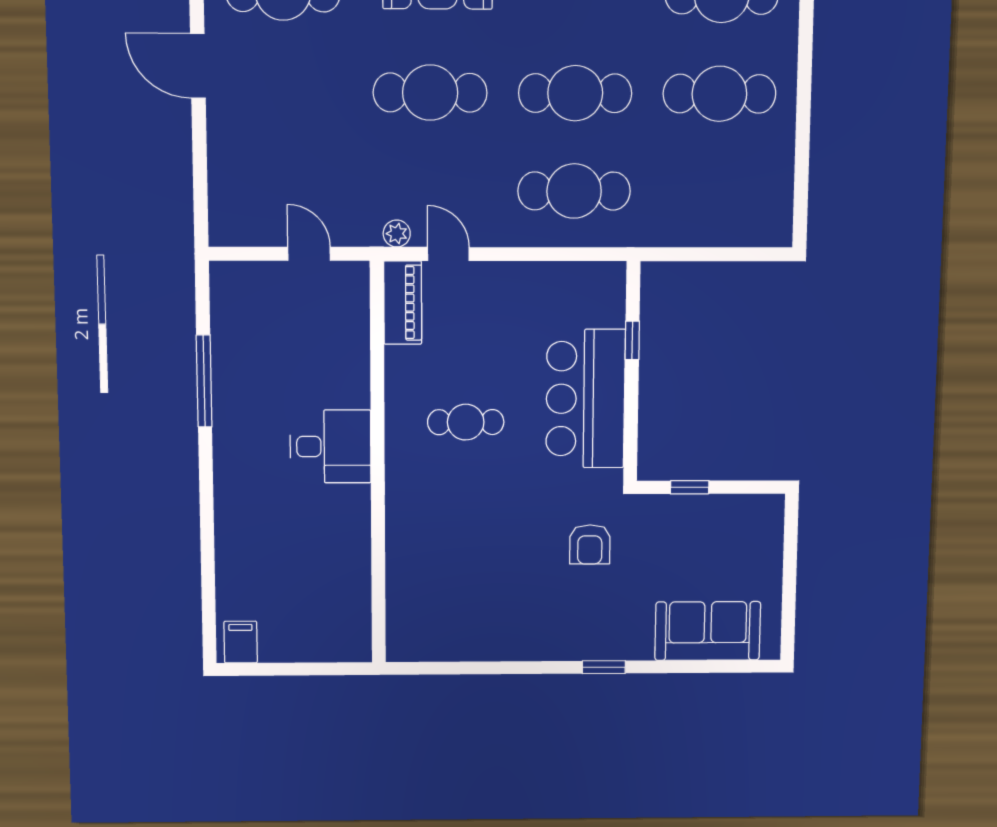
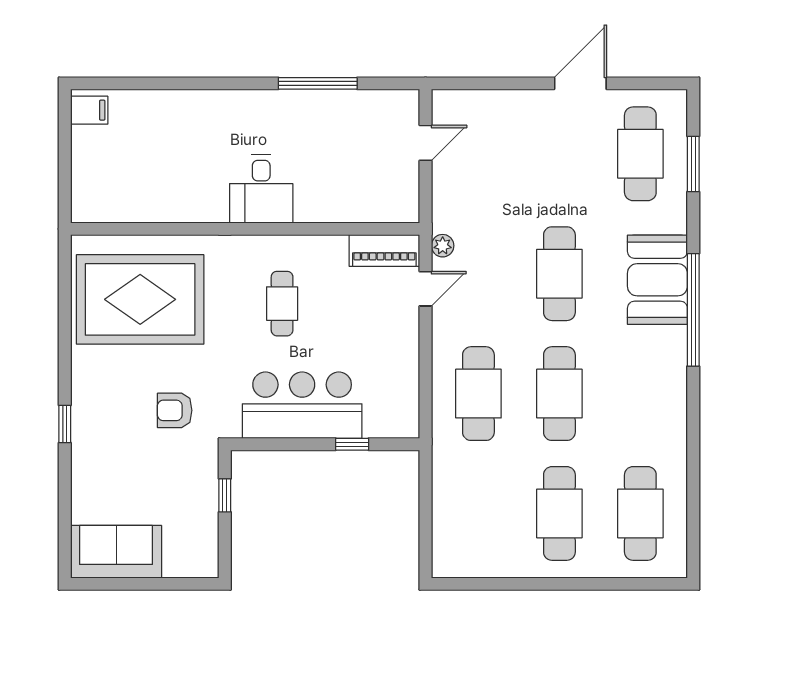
door: (309, 254) -> (426, 143), moved
rug: (461, 584) -> (140, 299), added
sofa: (708, 631) -> (116, 552), moved, turned -90

